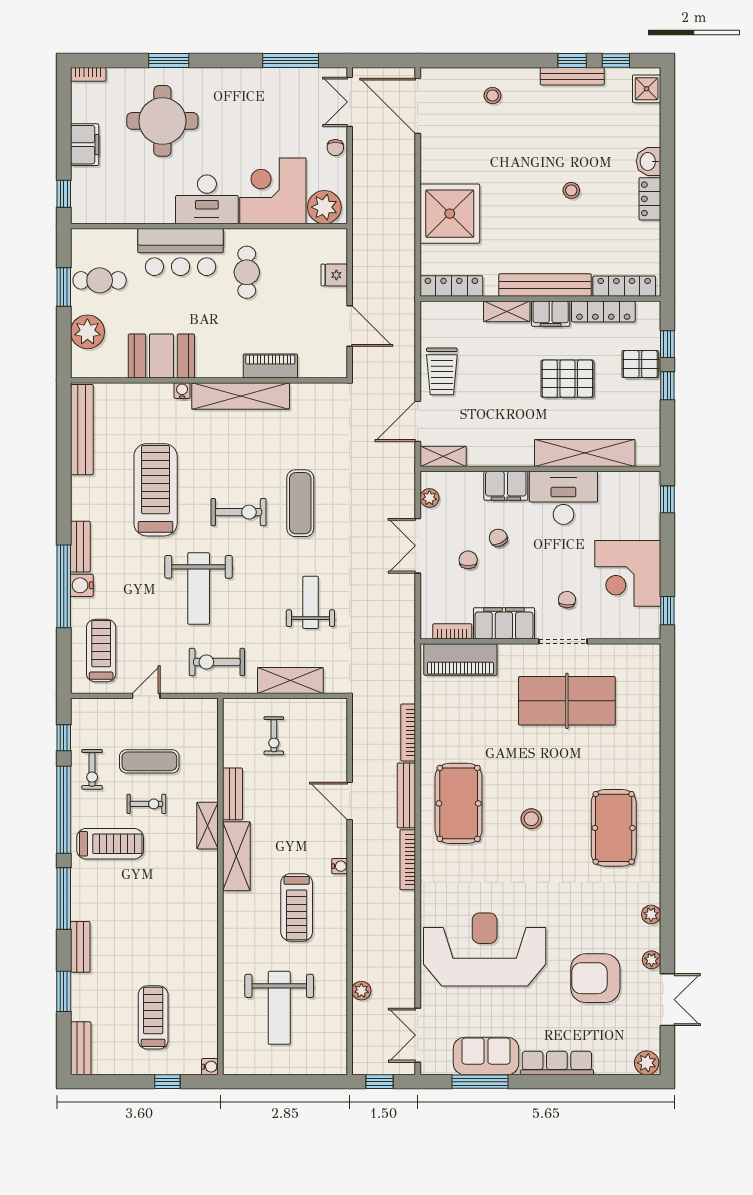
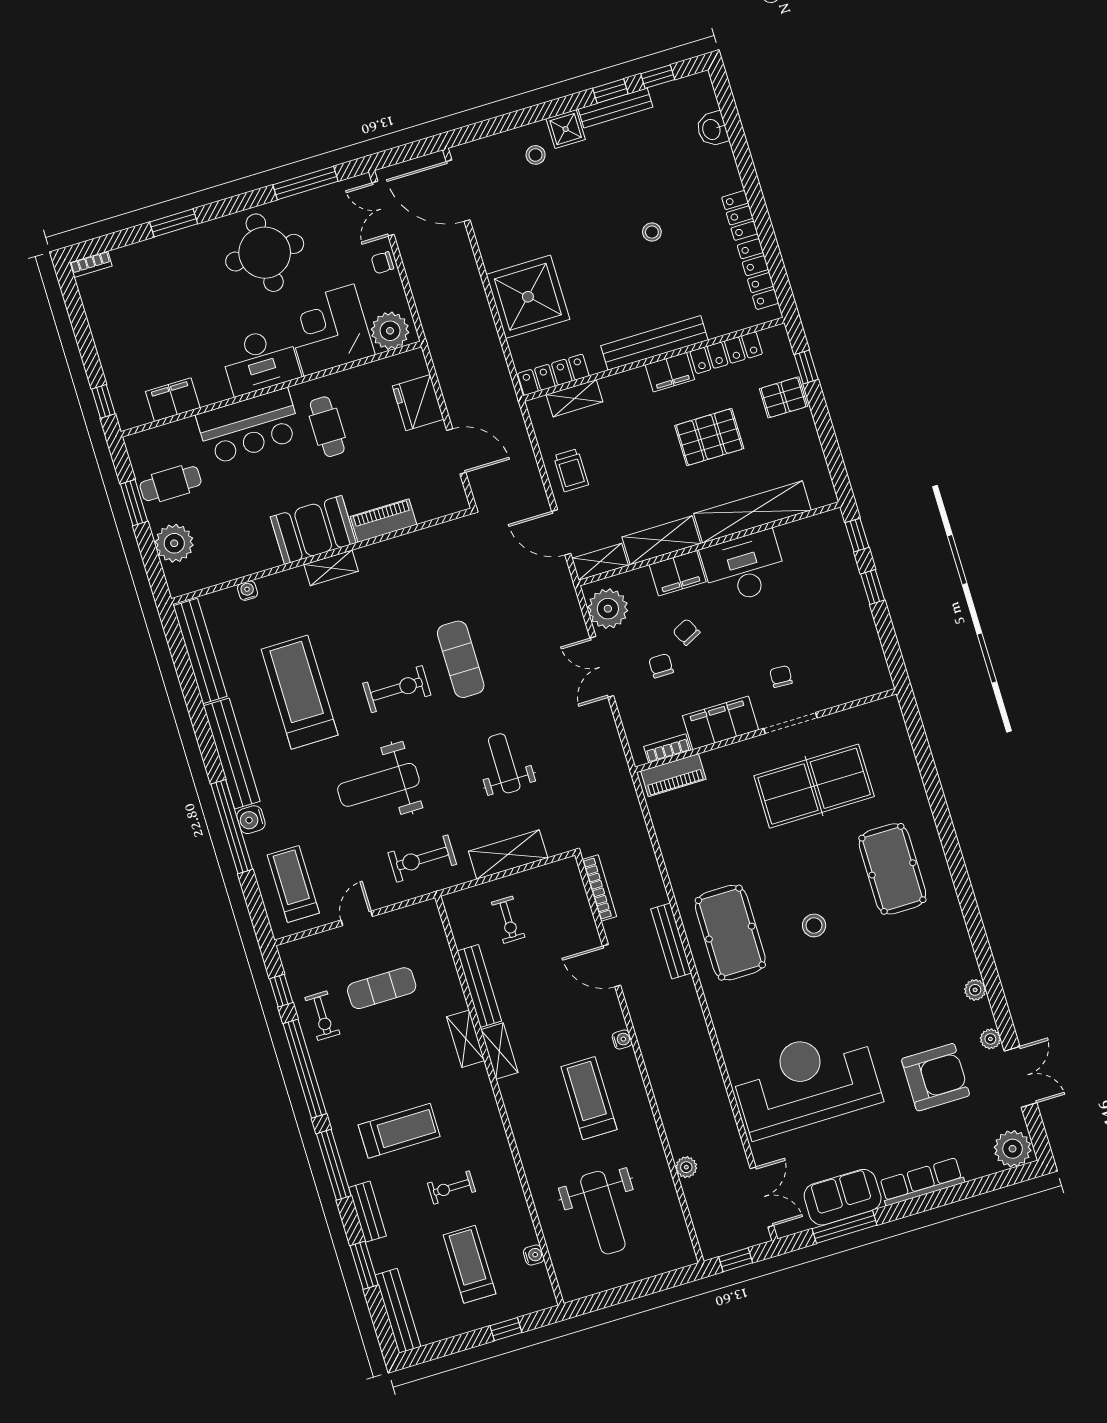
shower: (647, 89) -> (566, 129), moved
round table: (162, 121) -> (265, 253), moved
filing cabinet: (85, 145) -> (173, 400), moved, turned -90
chair: (335, 148) -> (382, 263), turned 90
washbasin: (649, 161) -> (712, 129), moved
fridge: (334, 275) -> (418, 403), width x1.88, depth x1.34
locker: (624, 286) -> (758, 274), moved, turned -90
shelving: (507, 311) -> (575, 398), moved
booth: (161, 356) -> (313, 530), moved
trolley: (442, 371) -> (571, 470), width x0.73, depth x0.72
window: (667, 386) -> (820, 412), removed
water cooler: (182, 391) -> (247, 591), moved
shelving: (241, 396) -> (331, 568), width x0.45, depth x0.75
door: (418, 421) -> (561, 532), hinge flipped
shelving: (500, 454) -> (661, 540), added
plant: (429, 498) -> (608, 609), width x1.88, depth x1.88
bench: (80, 547) -> (232, 754), width x1.86, depth x1.21
corner desk: (628, 573) -> (838, 628), removed
weight bench: (199, 588) -> (378, 785), turned 90
window: (667, 611) -> (873, 587), moved
piano: (460, 660) -> (673, 775), width x0.73, depth x0.75
bookcase: (408, 732) -> (599, 888), moved, turned 180
bench: (232, 794) -> (479, 986), width x1.36
exercise bike: (146, 804) -> (451, 1187), moved, turned 180
pool table: (614, 828) -> (892, 869), moved
treadmill: (110, 844) -> (399, 1131), moved
shelving: (236, 856) -> (499, 1051), width x0.67, depth x0.75
bookcase: (408, 860) -> (694, 1010), removed
treadmill: (297, 907) -> (589, 1098), turned 180
armchair: (595, 978) -> (936, 1077), turned 180
double door: (418, 1035) -> (762, 1197), swing flipped
bench: (81, 1048) -> (398, 1311), width x1.36
plant: (647, 1063) -> (1013, 1149), width x1.36, depth x1.36
water cooler: (210, 1067) -> (534, 1255), moved

